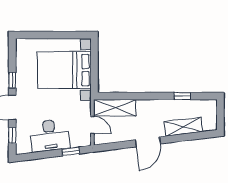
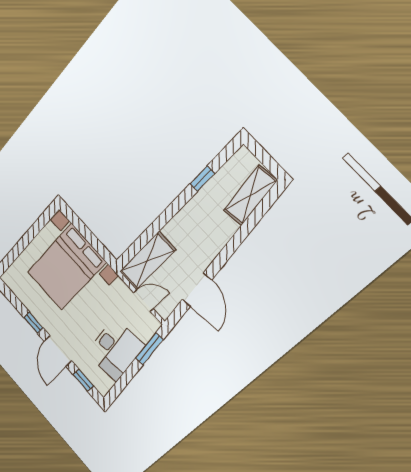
shelving: (183, 127) -> (250, 196), moved
door: (148, 142) -> (197, 290), moved
window: (71, 151) -> (149, 349), width x1.50

